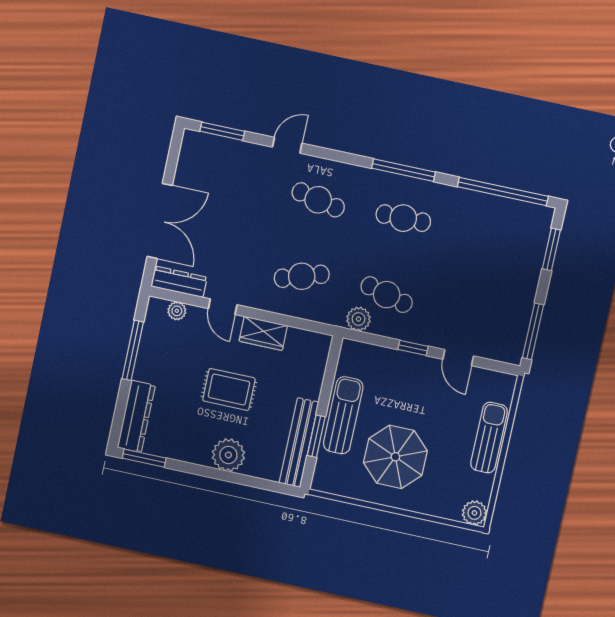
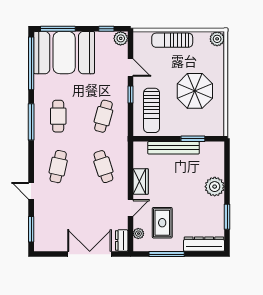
window: (551, 249) -> (58, 29), width x1.44
booth: (509, 251) -> (64, 53), added
dresser: (179, 282) -> (122, 241), width x0.70
plant: (359, 319) -> (121, 38), moved
window: (533, 331) -> (106, 29), width x0.46
door: (458, 358) -> (130, 68), hinge flipped
rug: (229, 389) -> (162, 223), moved
sun lounger: (343, 415) -> (152, 110), moved, turned -90
bench: (299, 443) -> (174, 148), moved
window: (144, 458) -> (227, 217), moved

